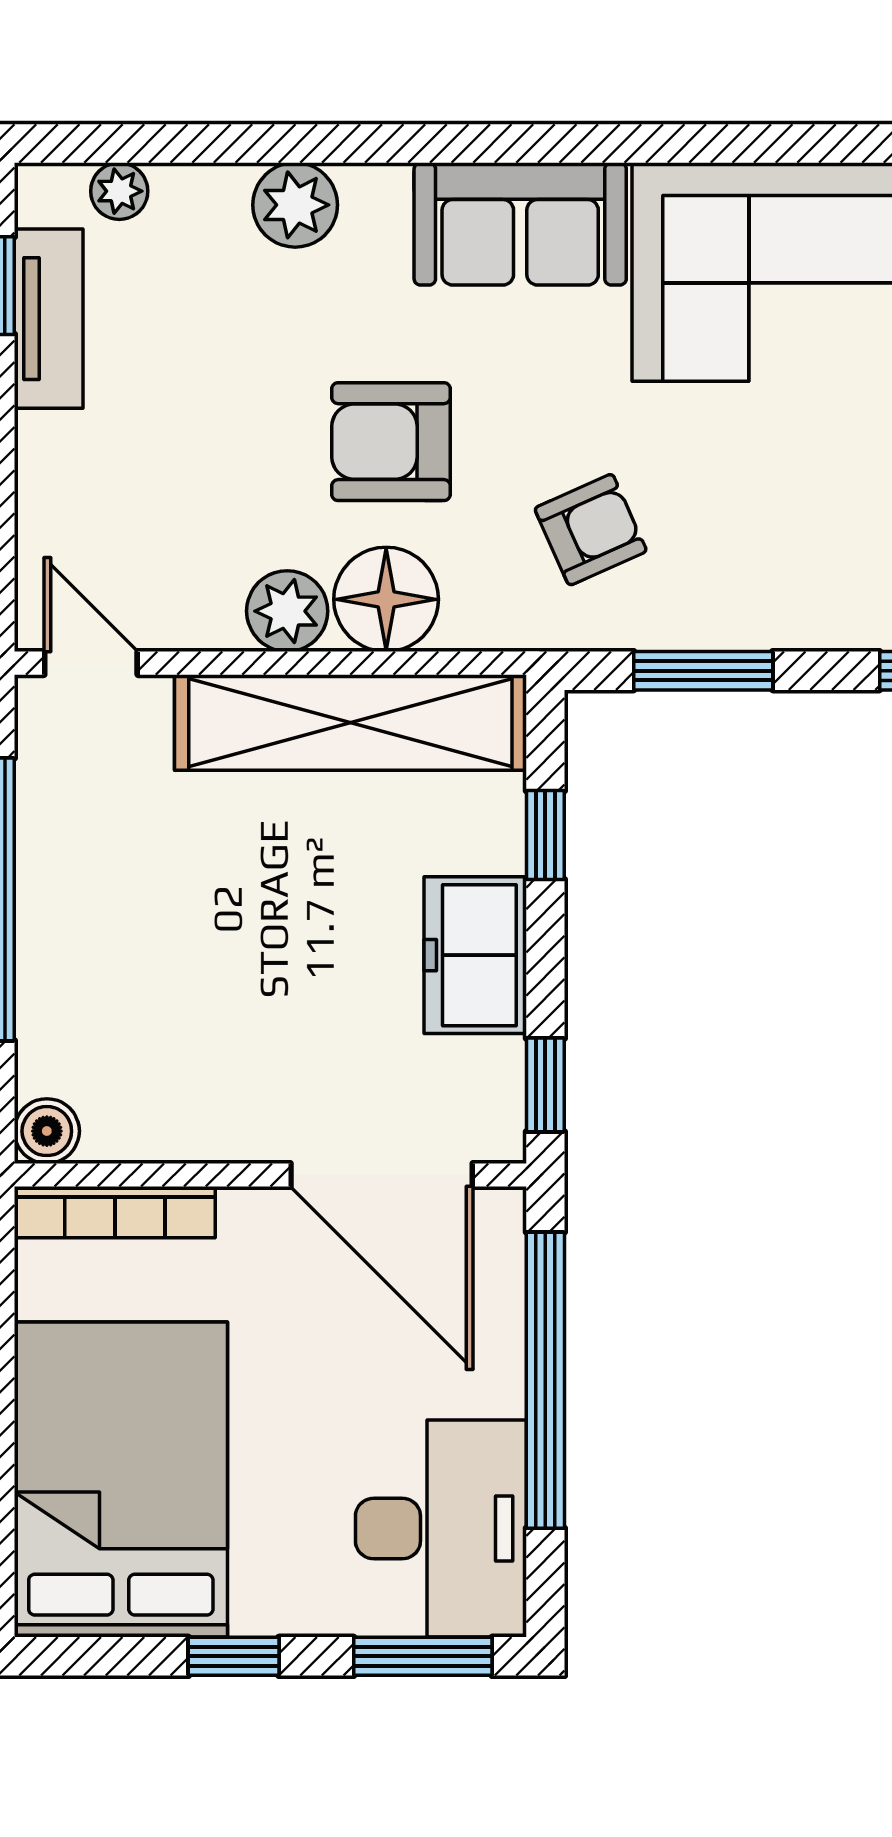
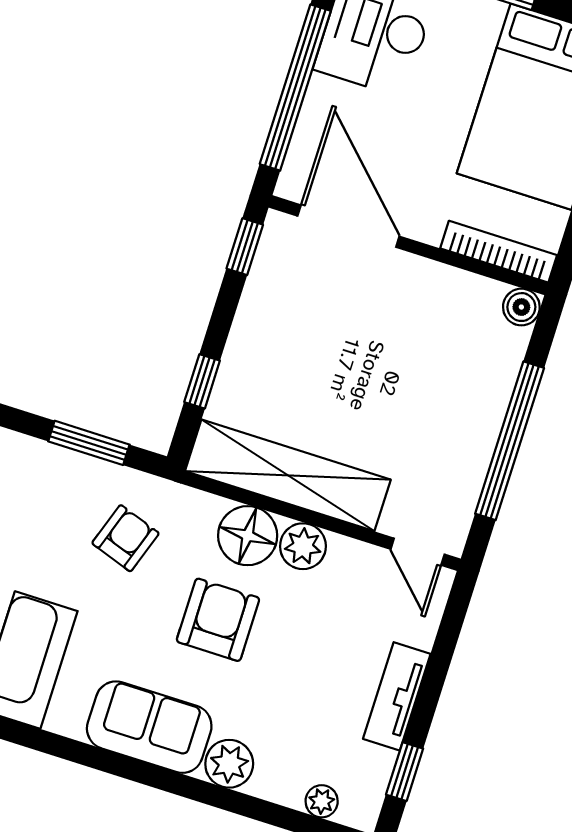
sofa: (520, 224) -> (149, 727), moved
tv unit: (49, 319) -> (397, 696), moved
armchair: (391, 442) -> (218, 620), turned -90
armchair: (591, 530) -> (125, 538), turned 133
freezer: (475, 955) -> (260, 329), removed

